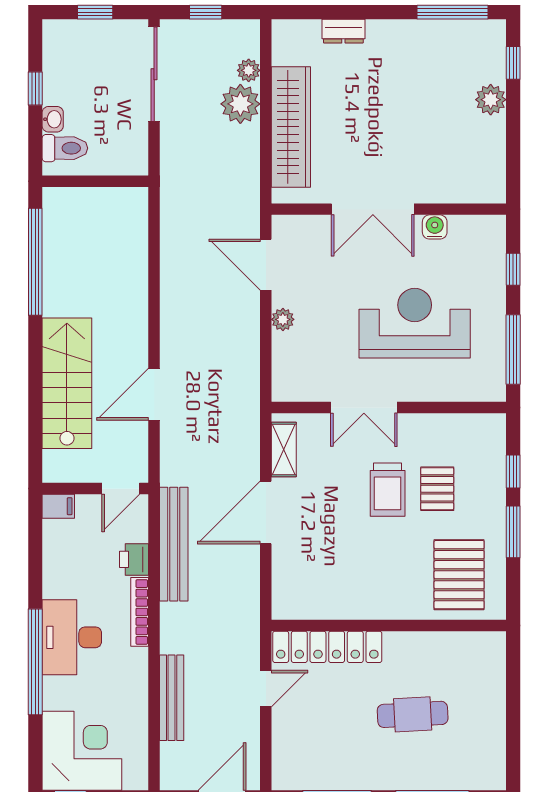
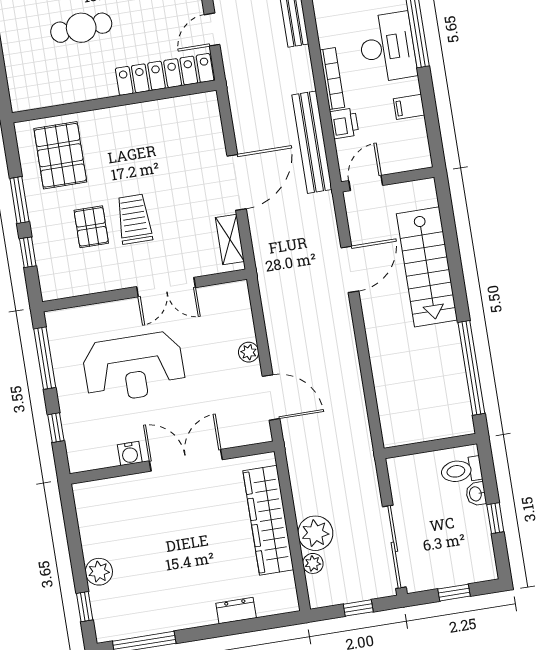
double door: (364, 408) -> (166, 287), swing flipped
filing cabinet: (58, 506) -> (409, 107), moved

